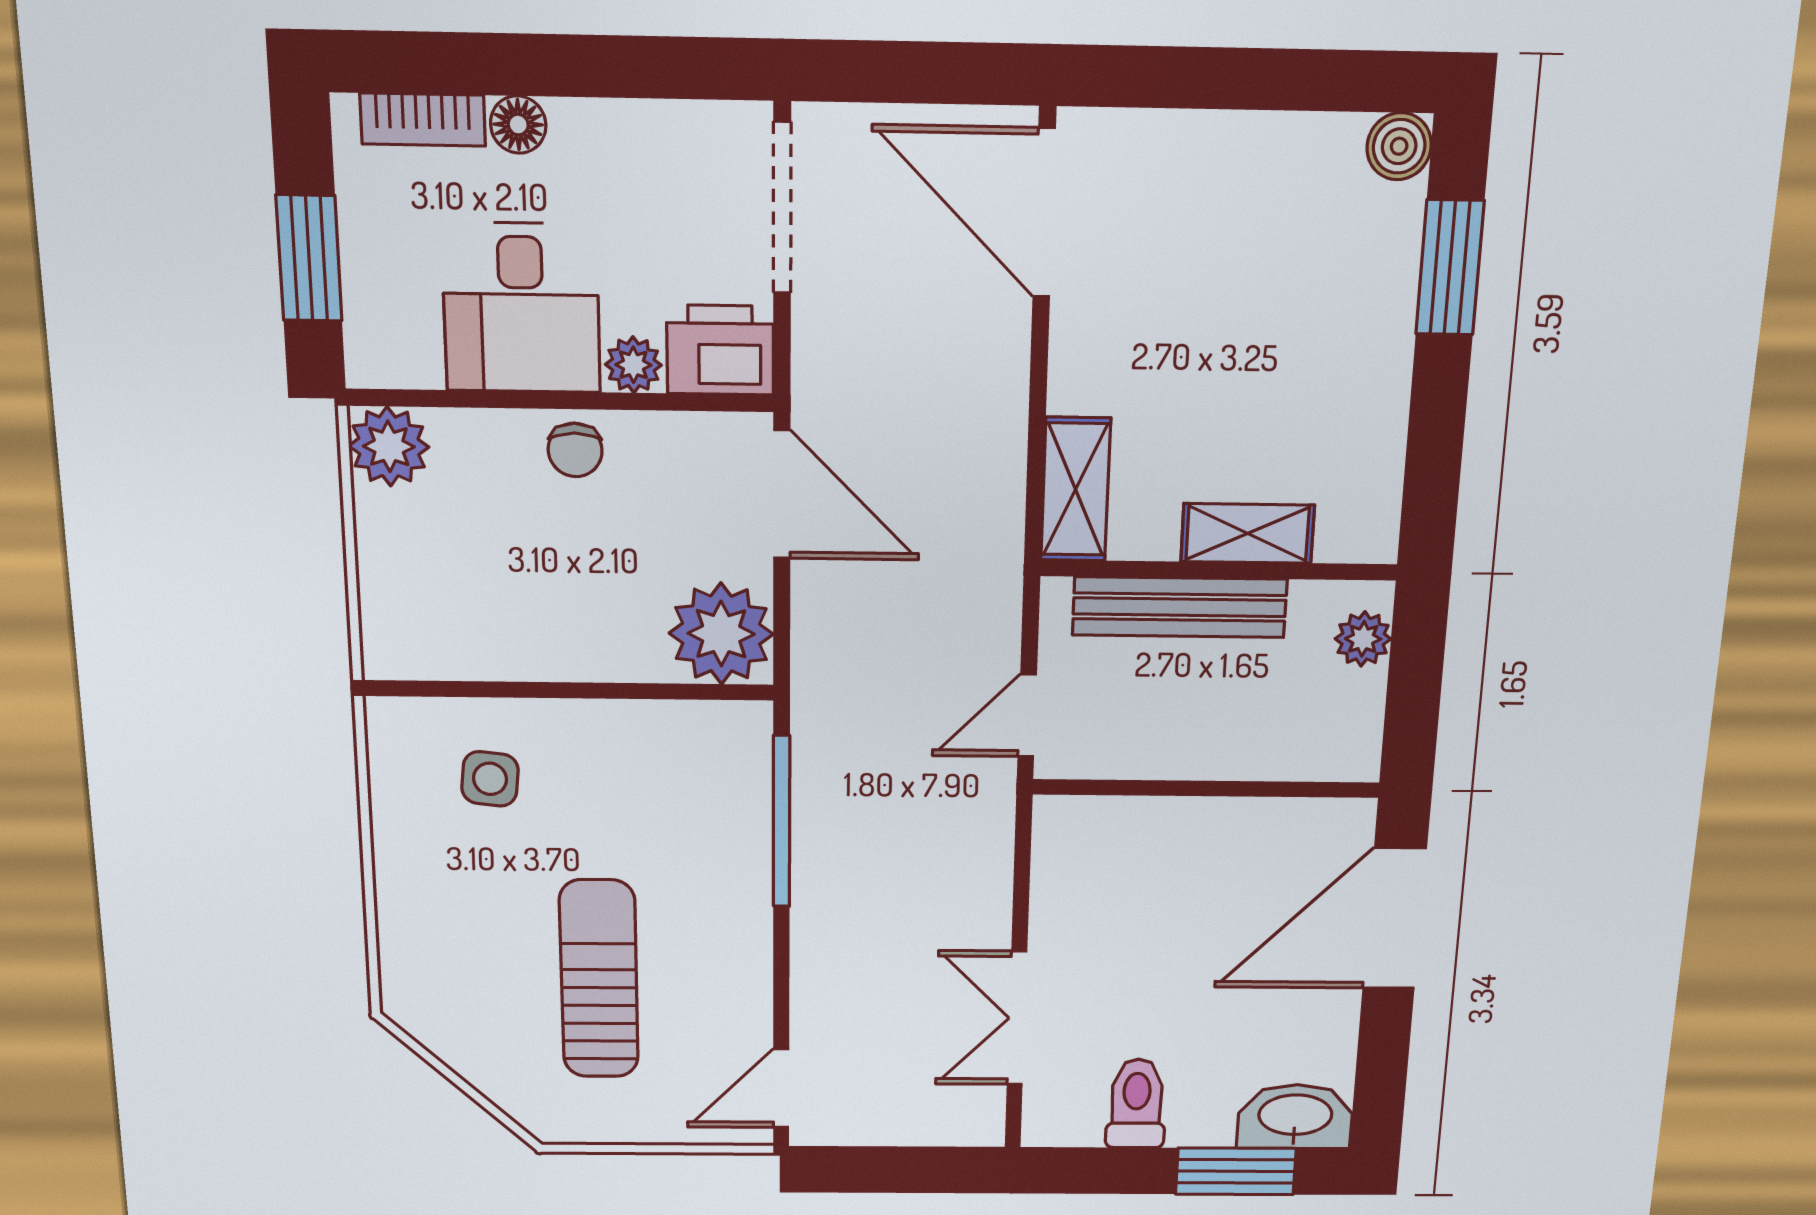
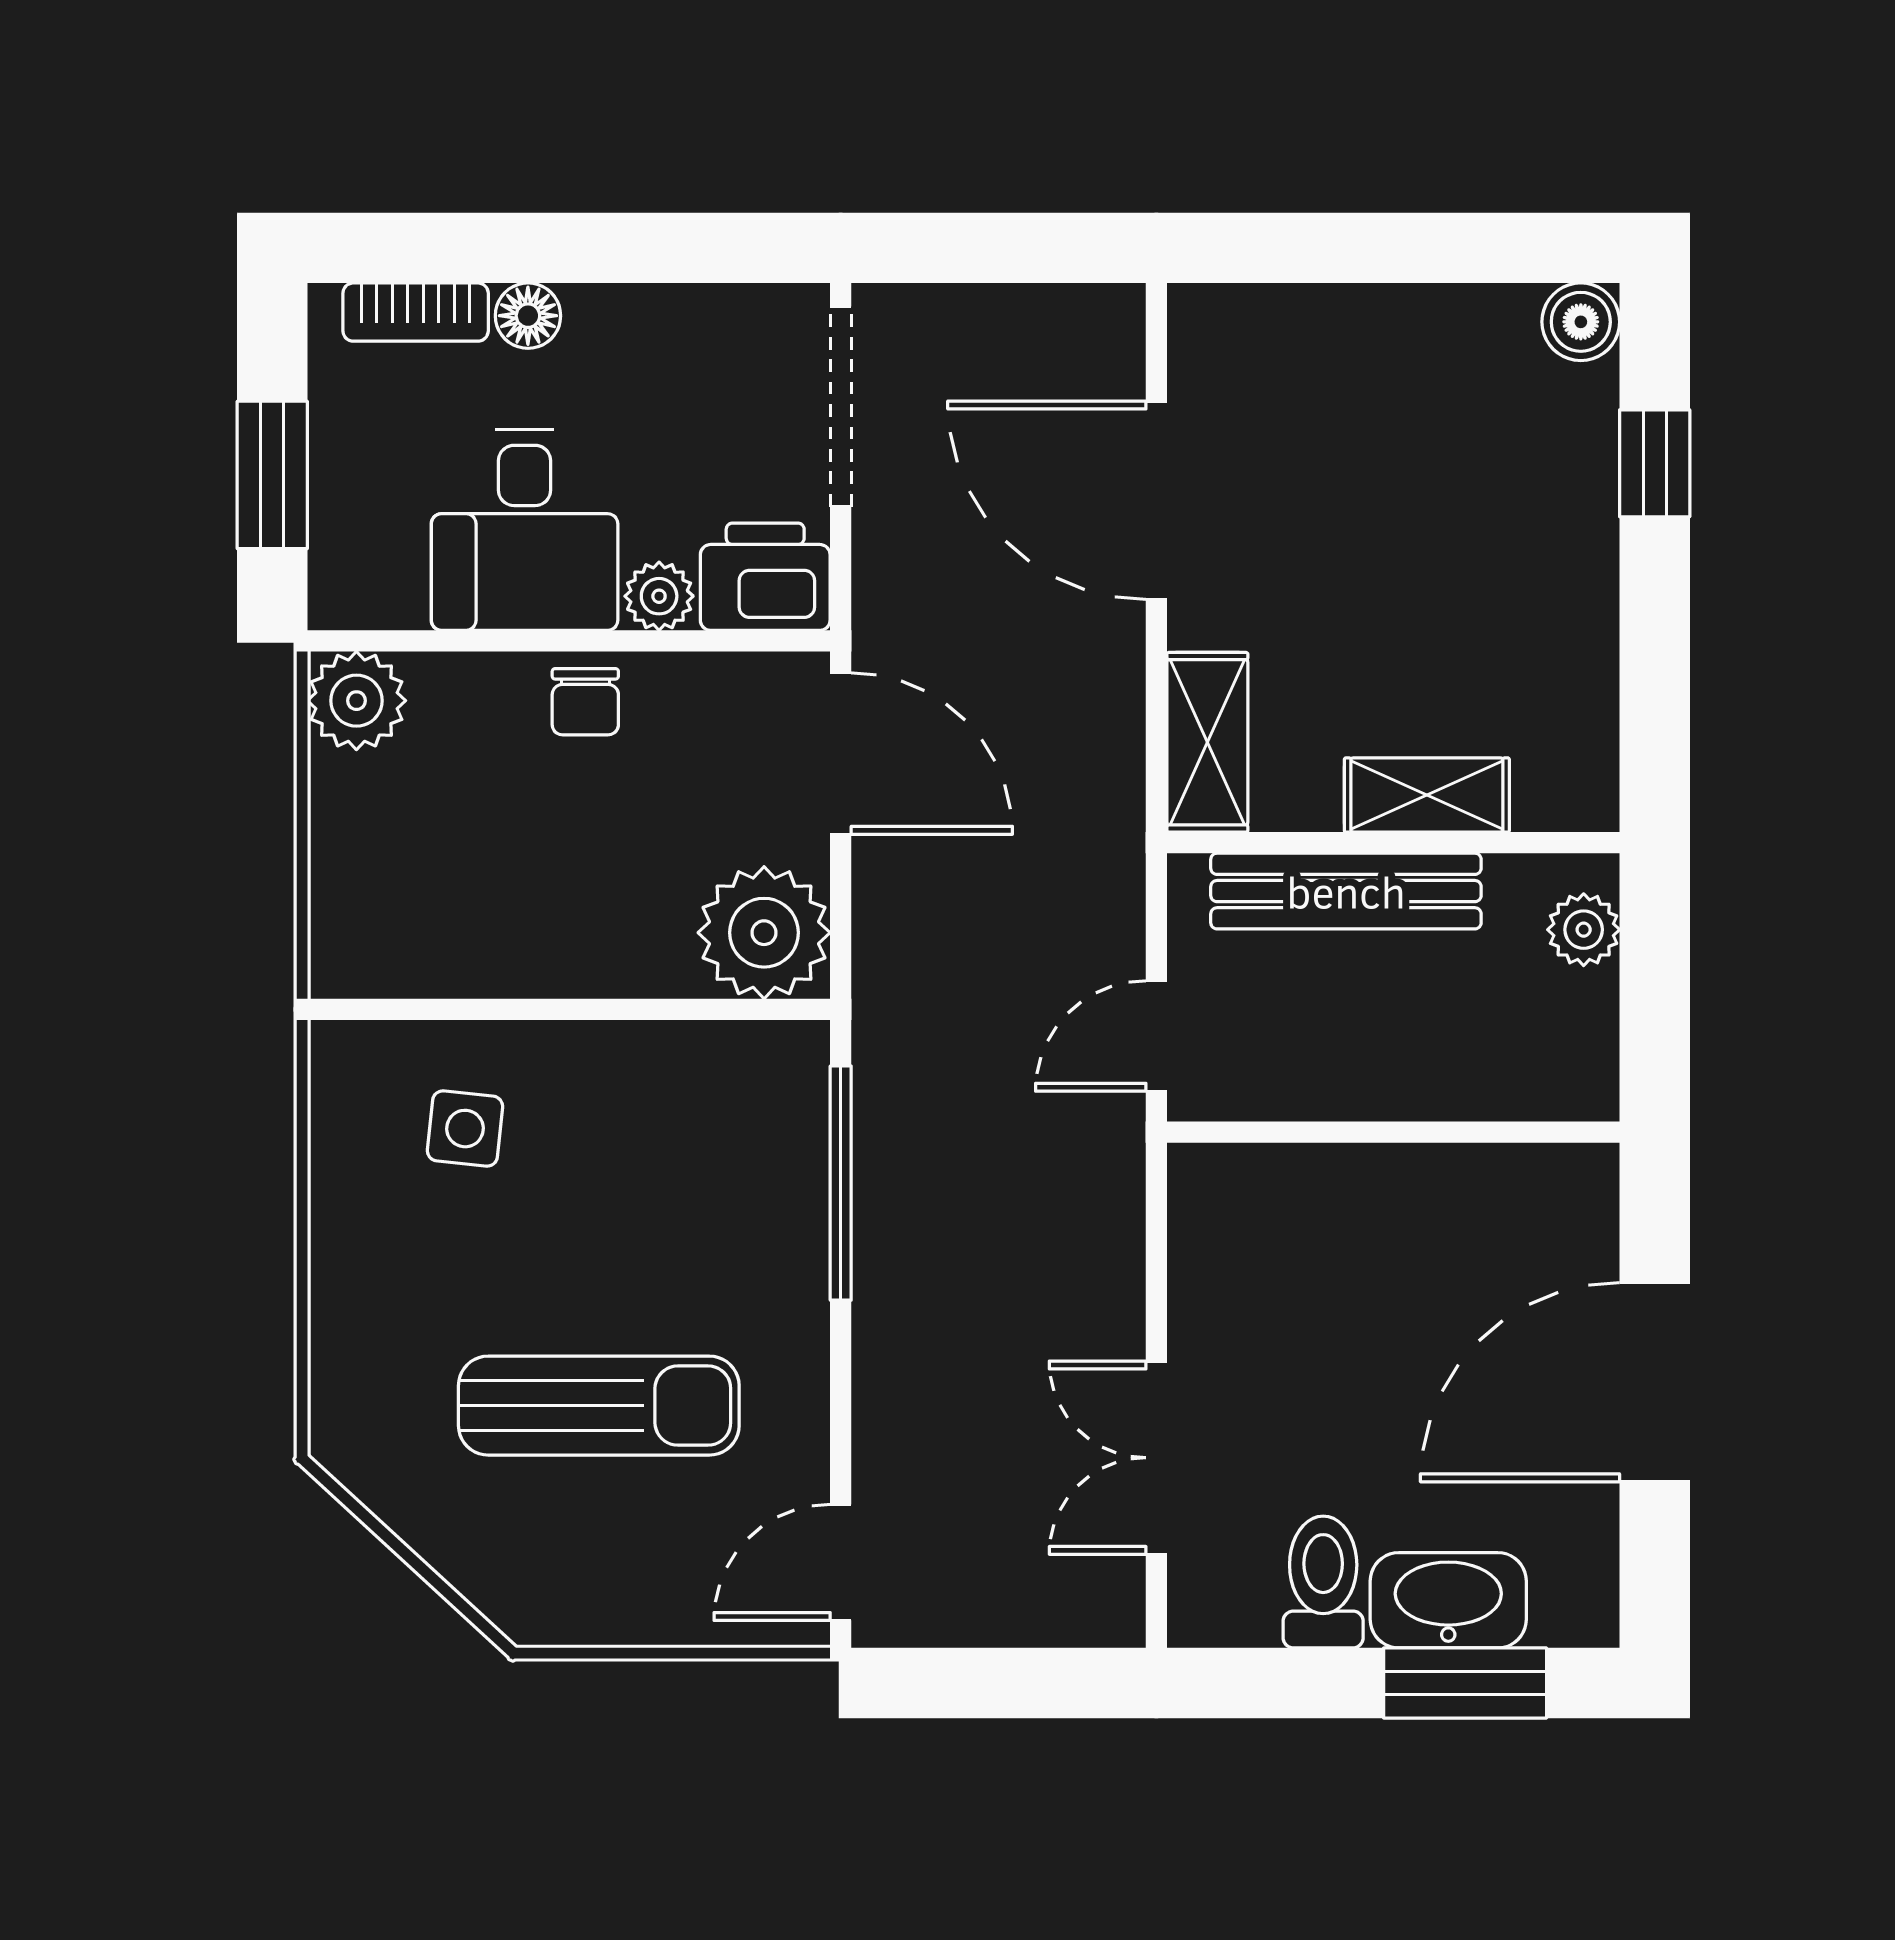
door: (1044, 213) -> (1156, 500), moved
window: (1450, 268) -> (1655, 463), width x0.67
door: (1394, 918) -> (1655, 1382), moved
sun lounger: (599, 979) -> (599, 1406), turned 90
washbasin: (1295, 1117) -> (1448, 1600), moved

